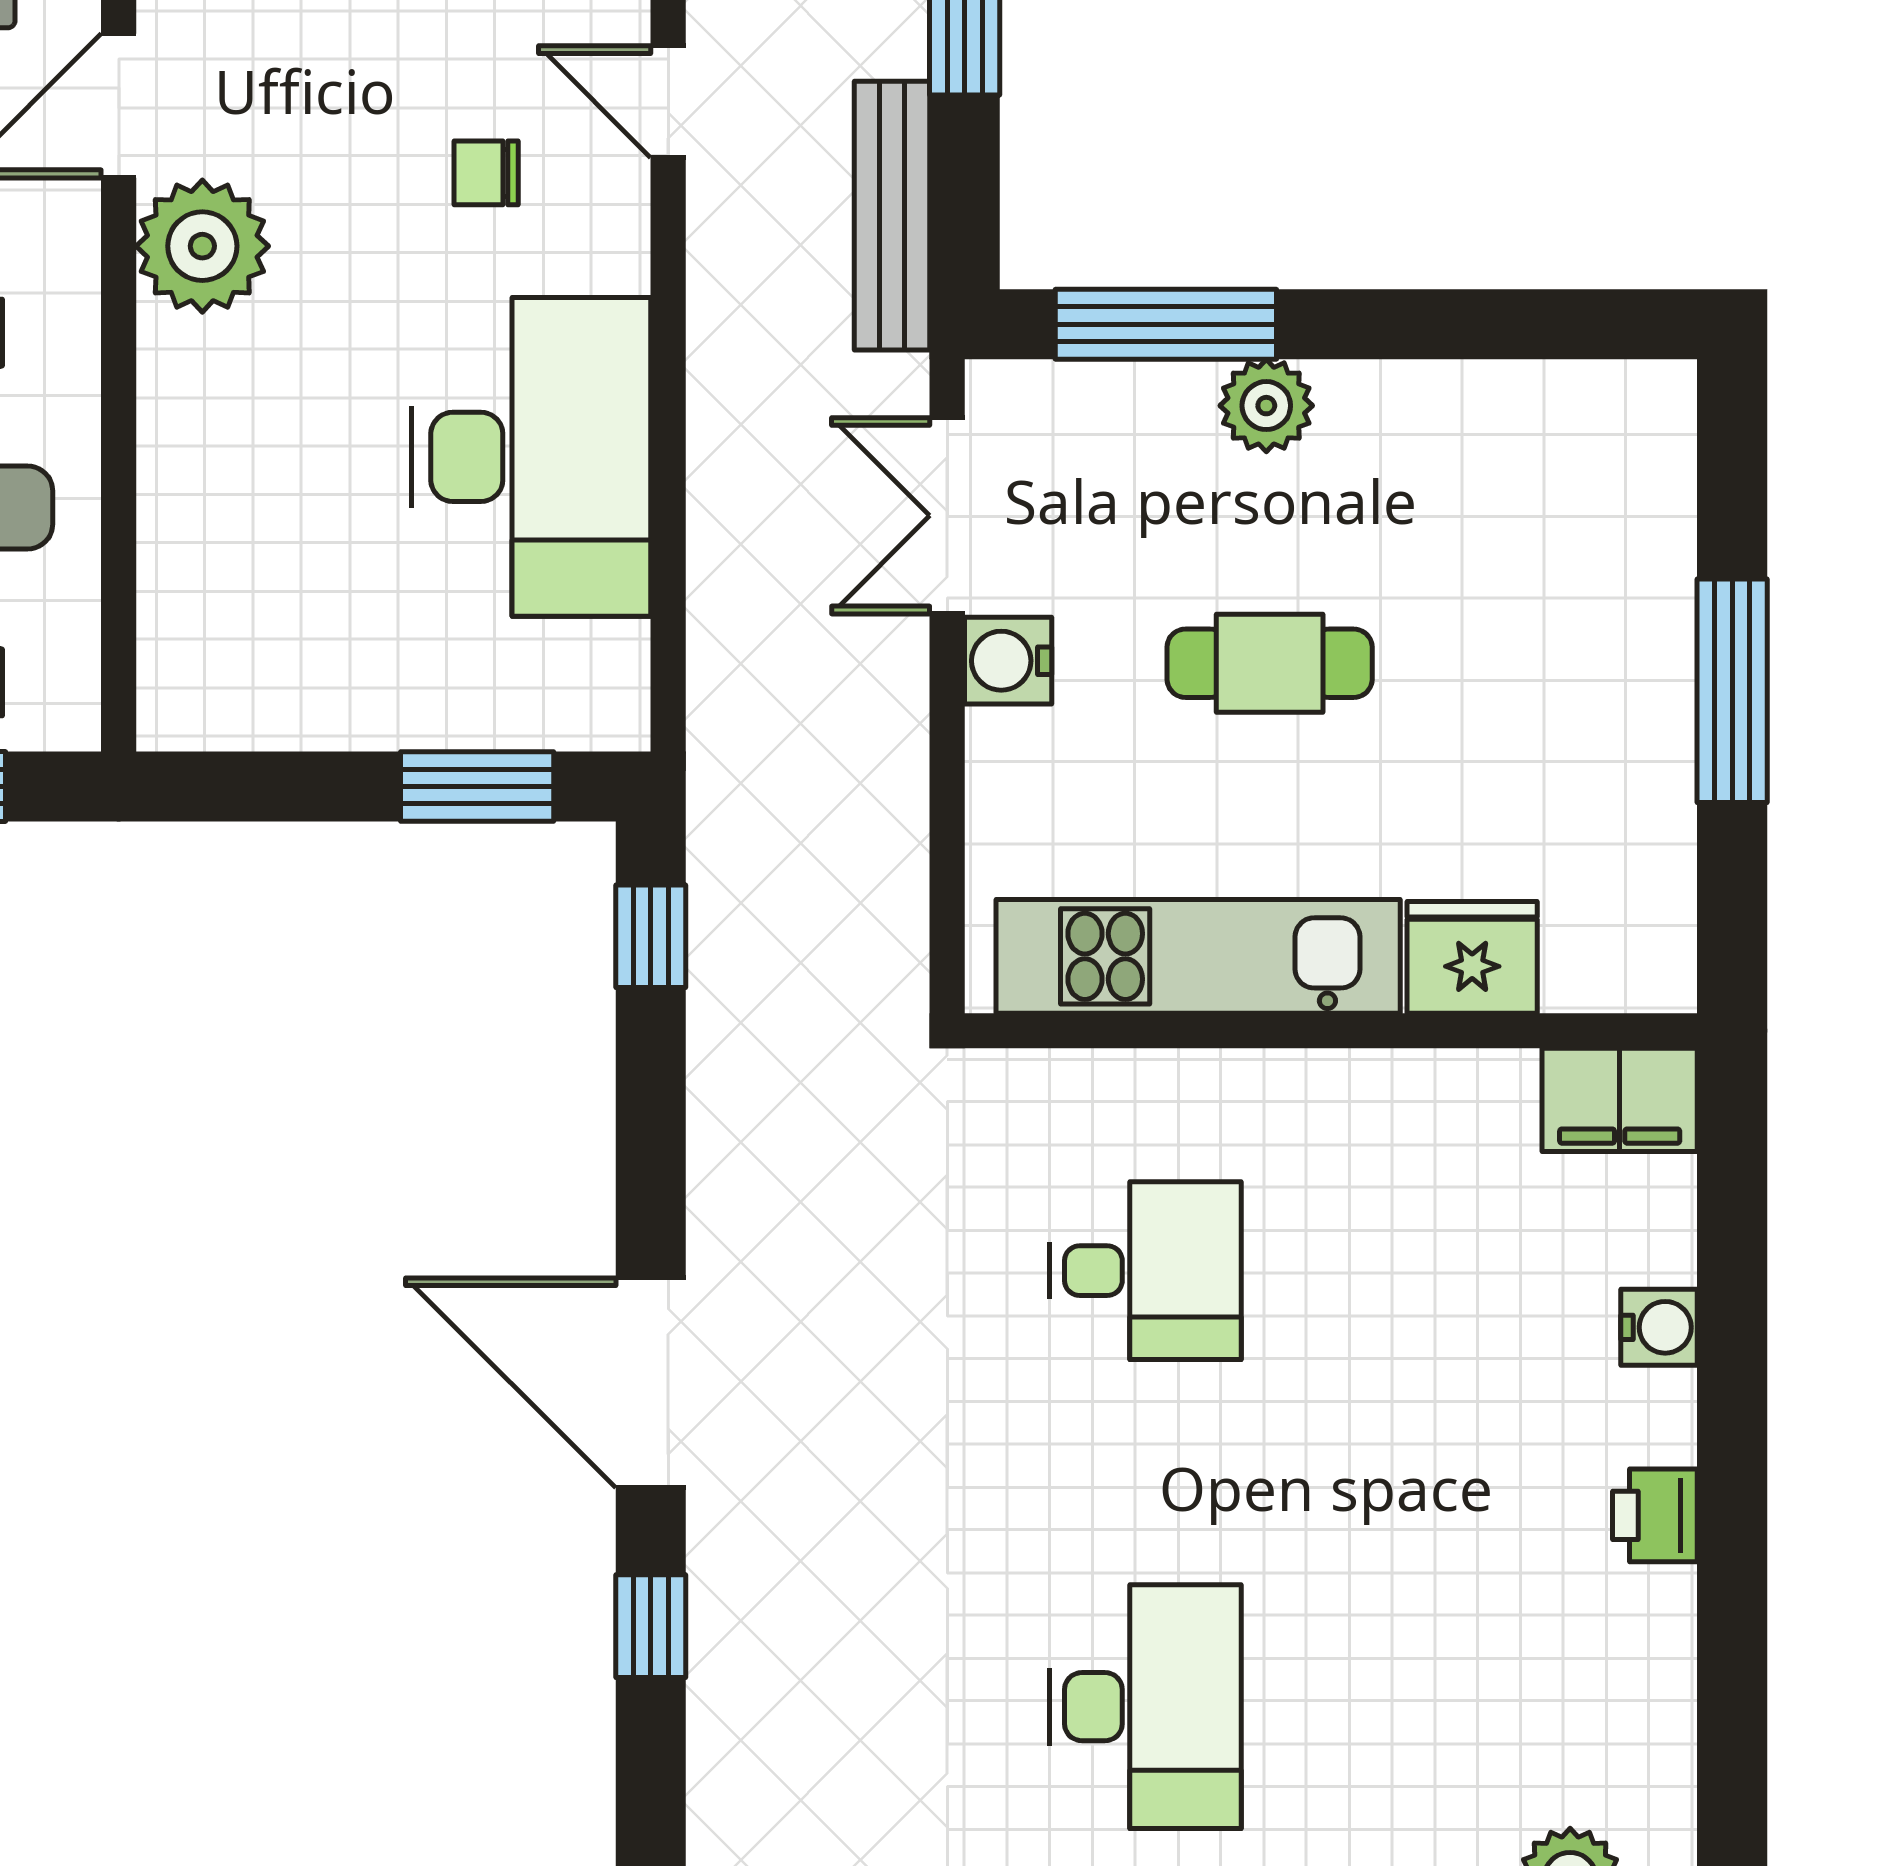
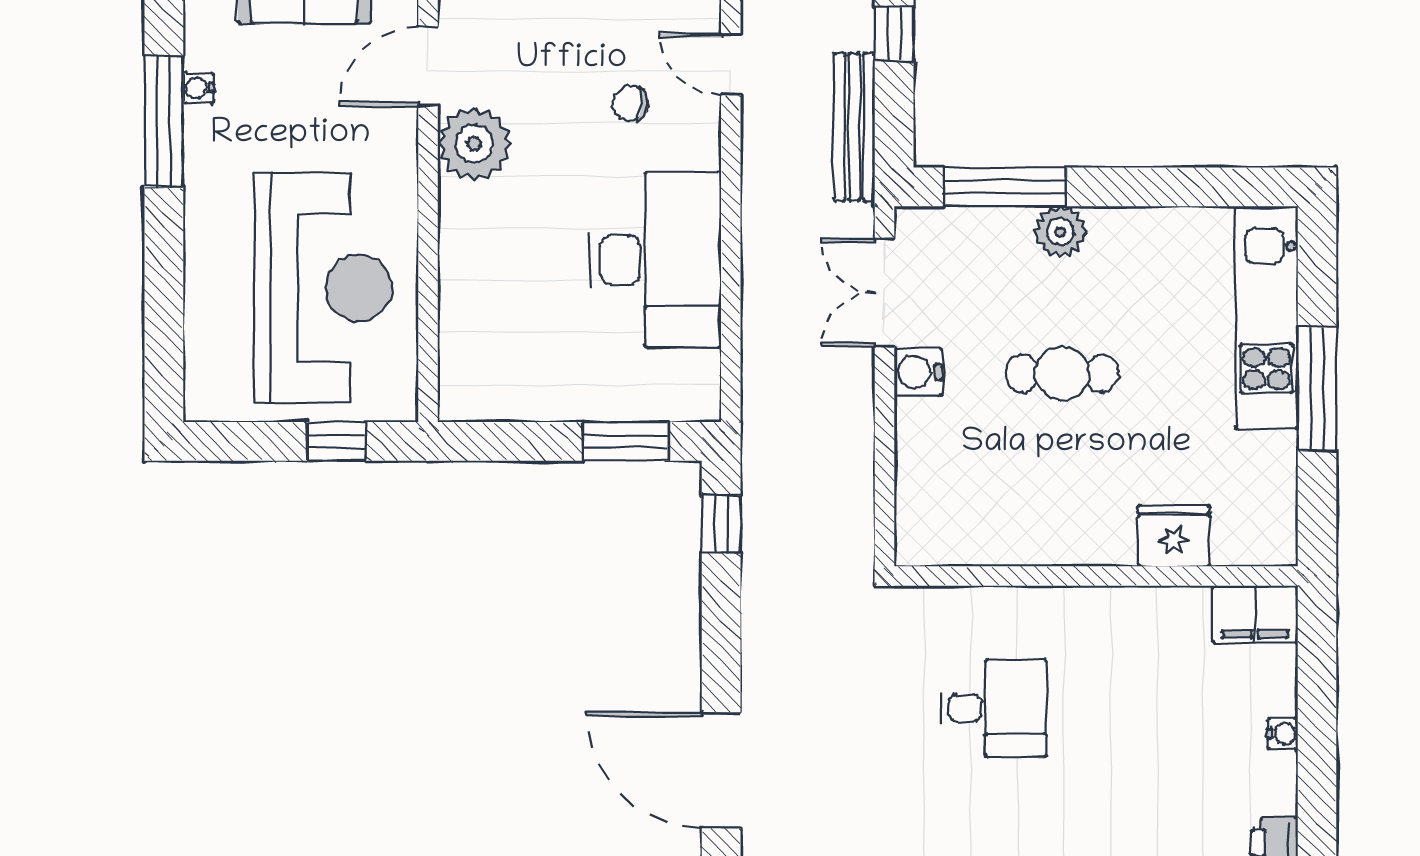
kitchen unit: (1198, 956) -> (1266, 317), moved, turned -90
water cooler: (1659, 1327) -> (1283, 734), width x0.72, depth x0.72

